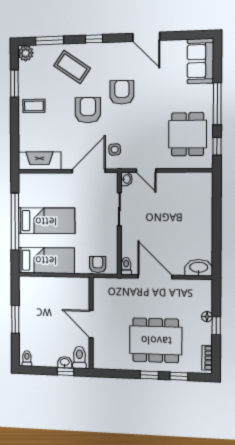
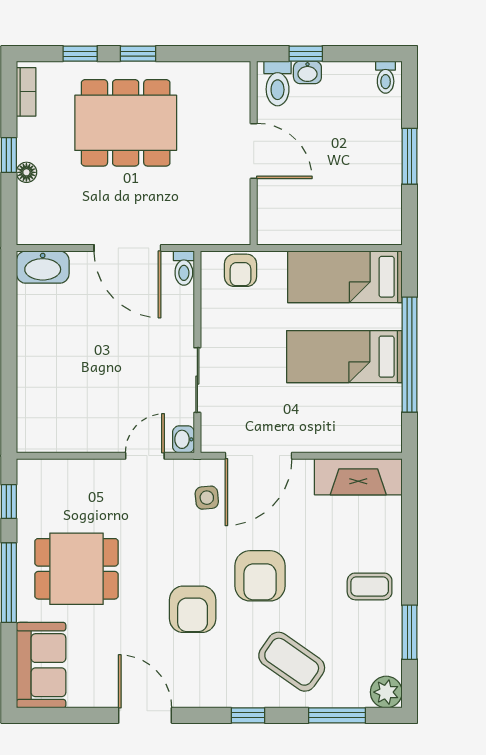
dining table: (188, 134) -> (77, 569), moved, turned 90
door: (146, 171) -> (145, 456), hinge flipped

